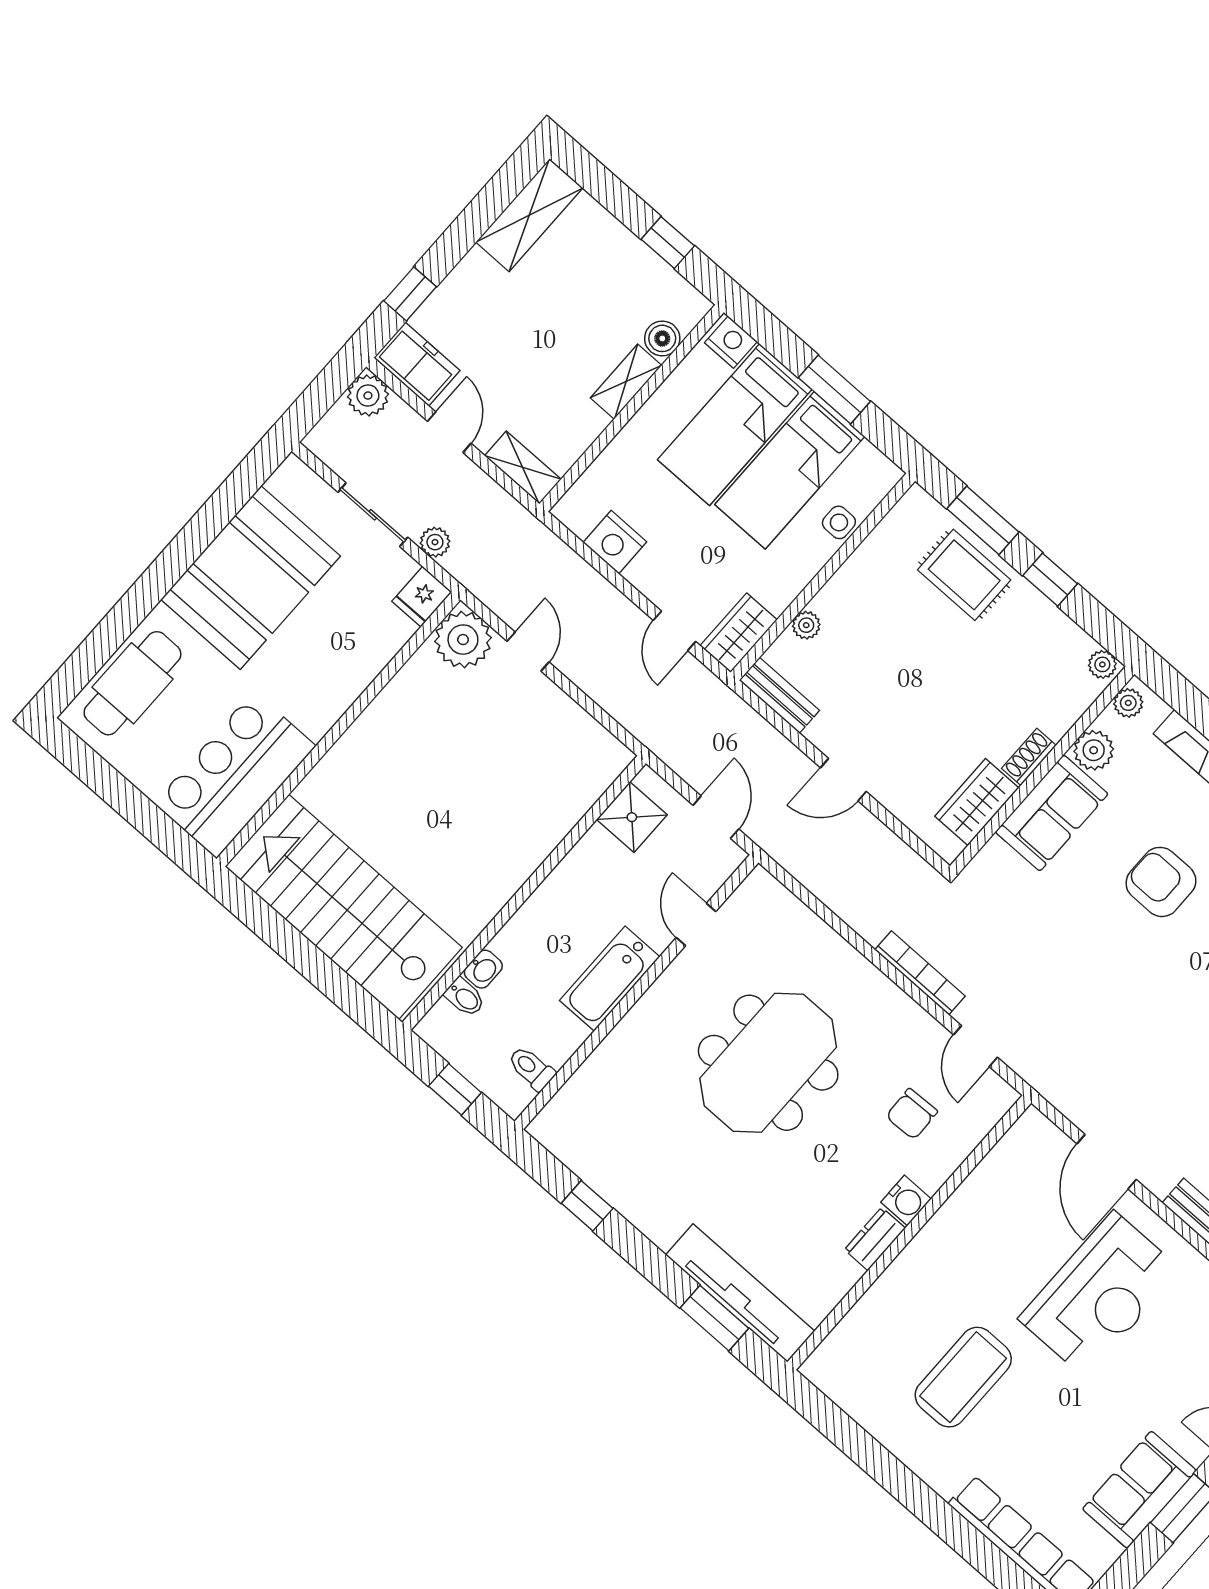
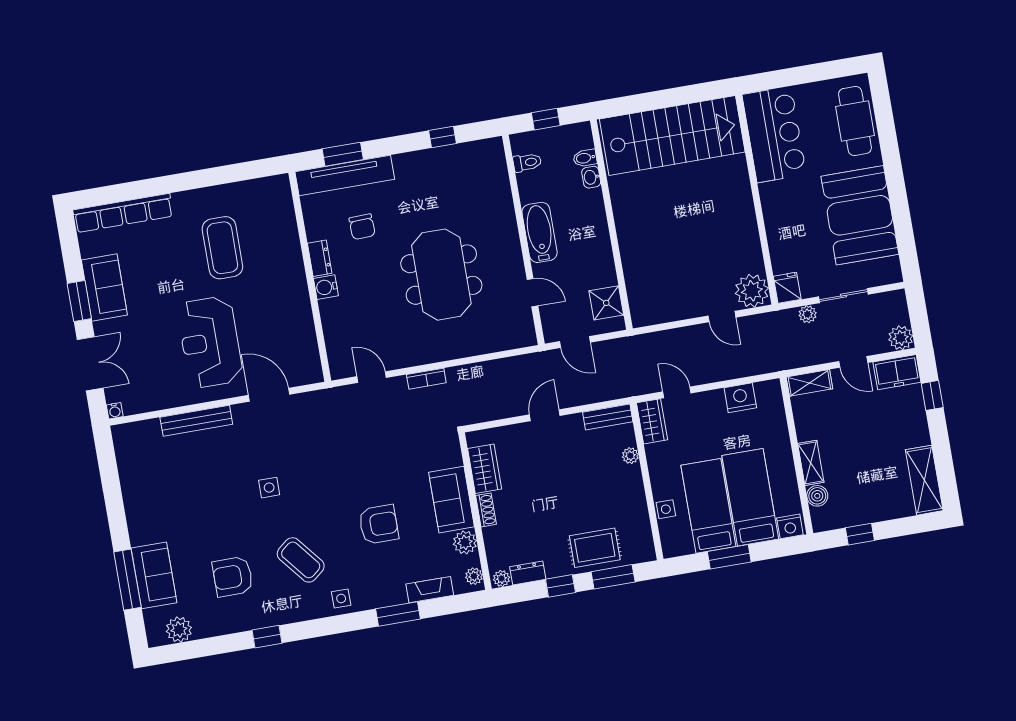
dresser: (1067, 636) -> (528, 573), added
bookcase: (920, 973) -> (426, 379), width x0.64
chair: (912, 1114) -> (362, 227), moved, turned 180

